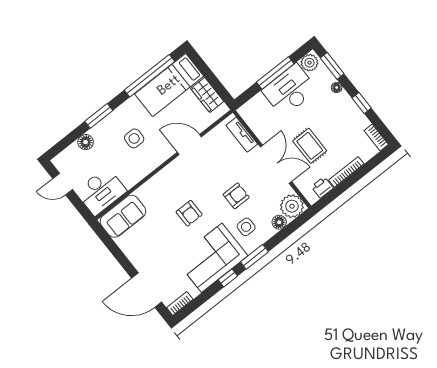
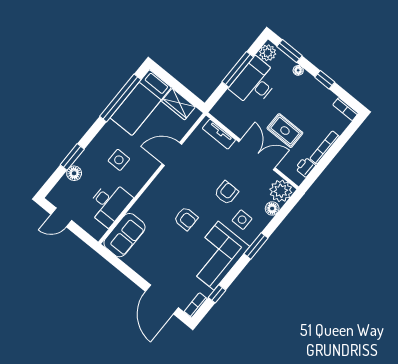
window: (99, 116) -> (72, 157), moved
desk: (101, 191) -> (109, 203), moved
window: (228, 278) -> (217, 294), moved
door: (147, 290) -> (162, 299), hinge flipped

